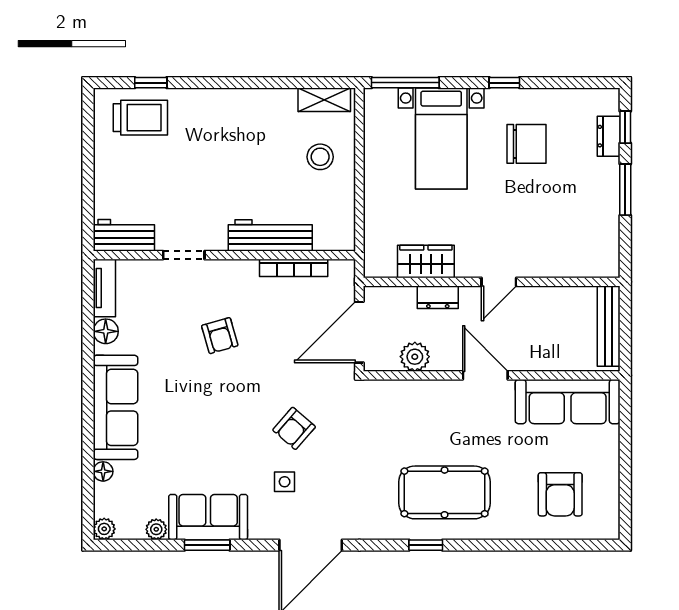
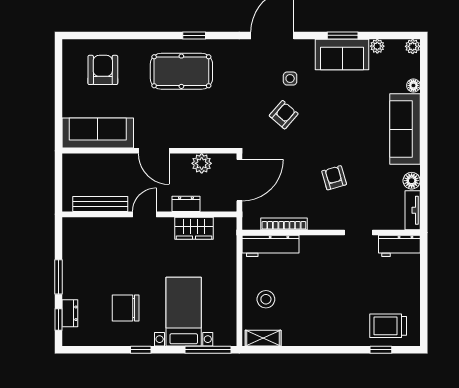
workbench: (270, 235) -> (270, 246), moved
bench: (609, 326) -> (100, 204), moved, turned 90

